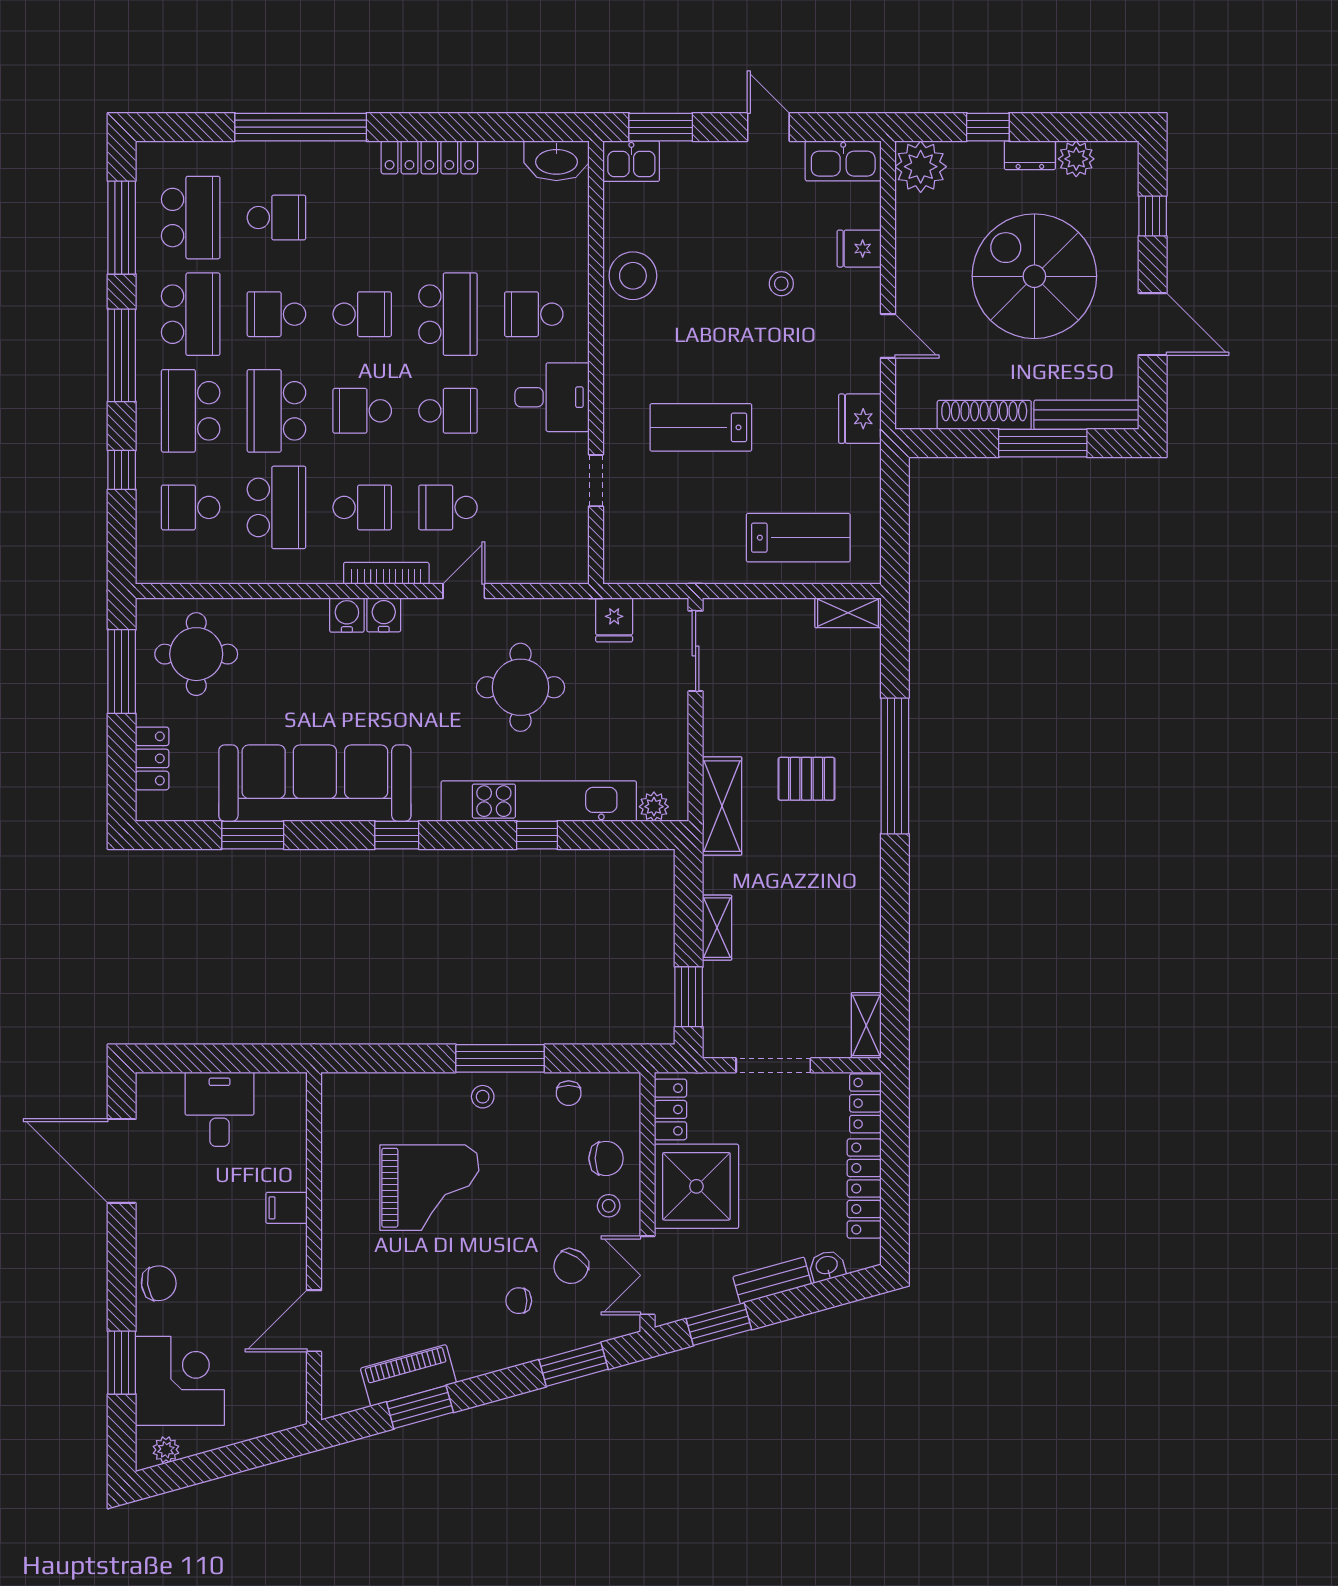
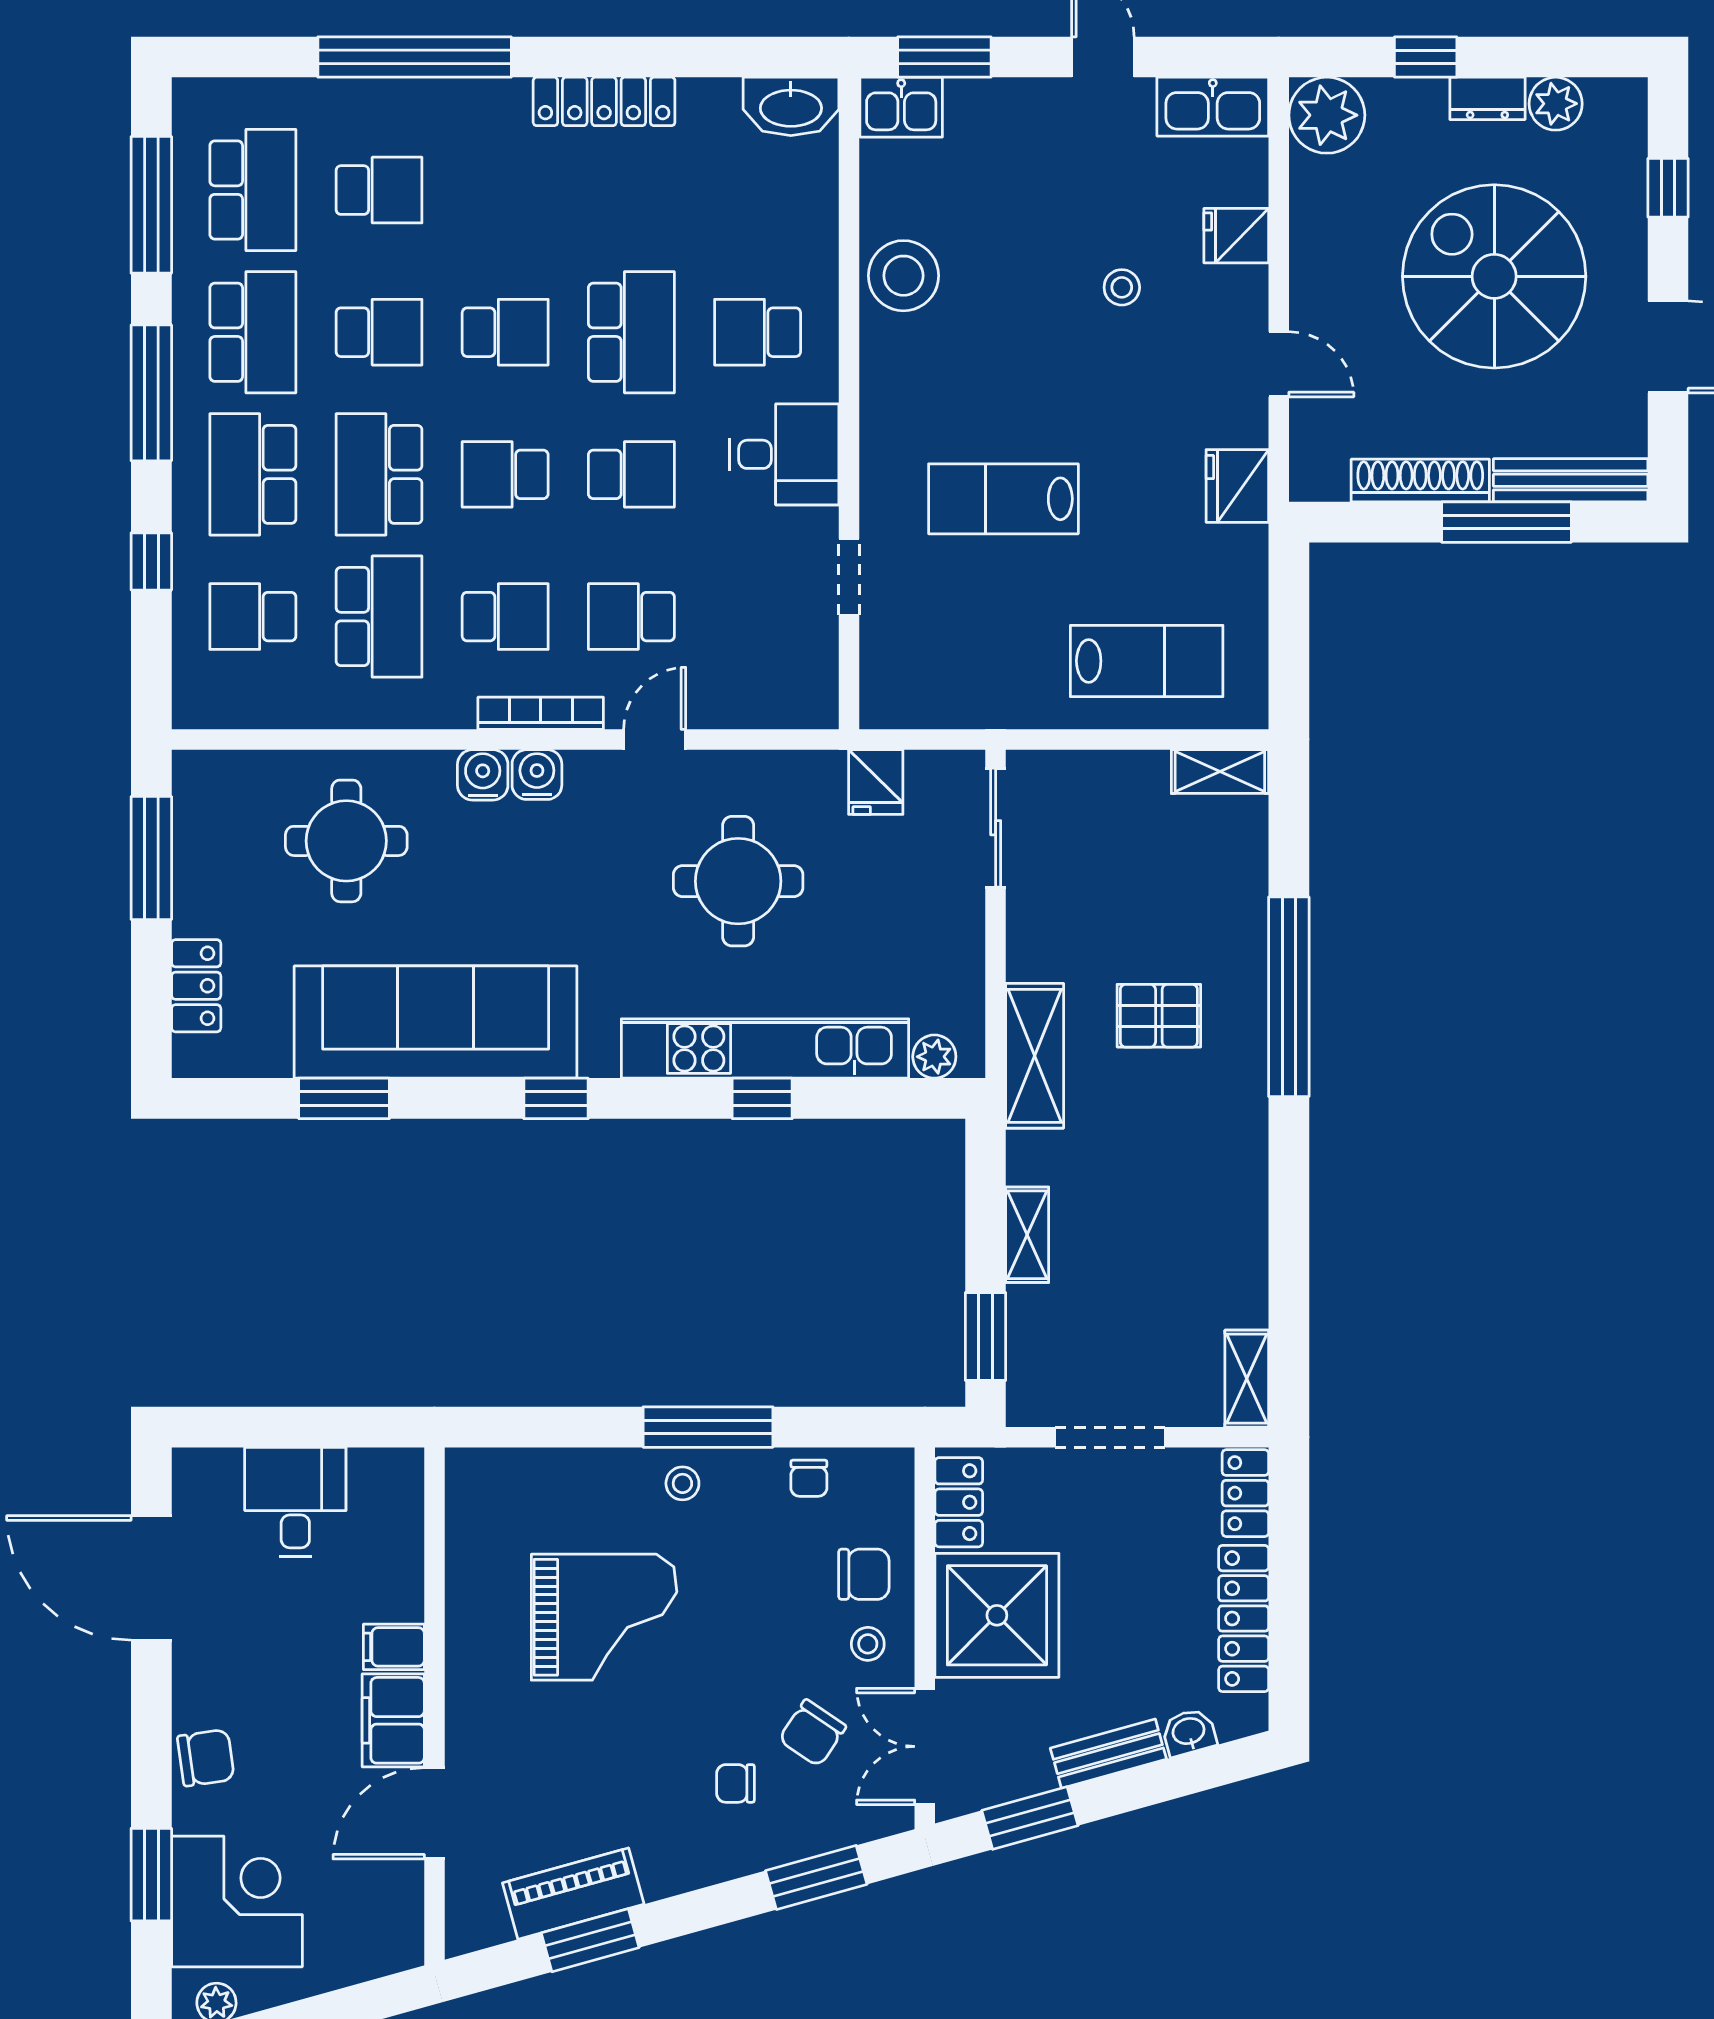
school desk: (276, 314) -> (379, 332), turned 180
round table: (196, 654) -> (346, 841), moved
filing cabinet: (286, 1258) -> (393, 1720), added

